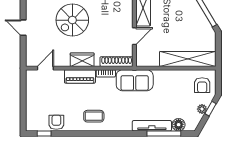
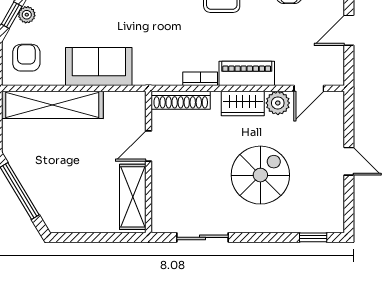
plant: (63, 60) -> (278, 103), added
sofa: (135, 80) -> (99, 67), moved
door: (23, 100) -> (349, 30), added

